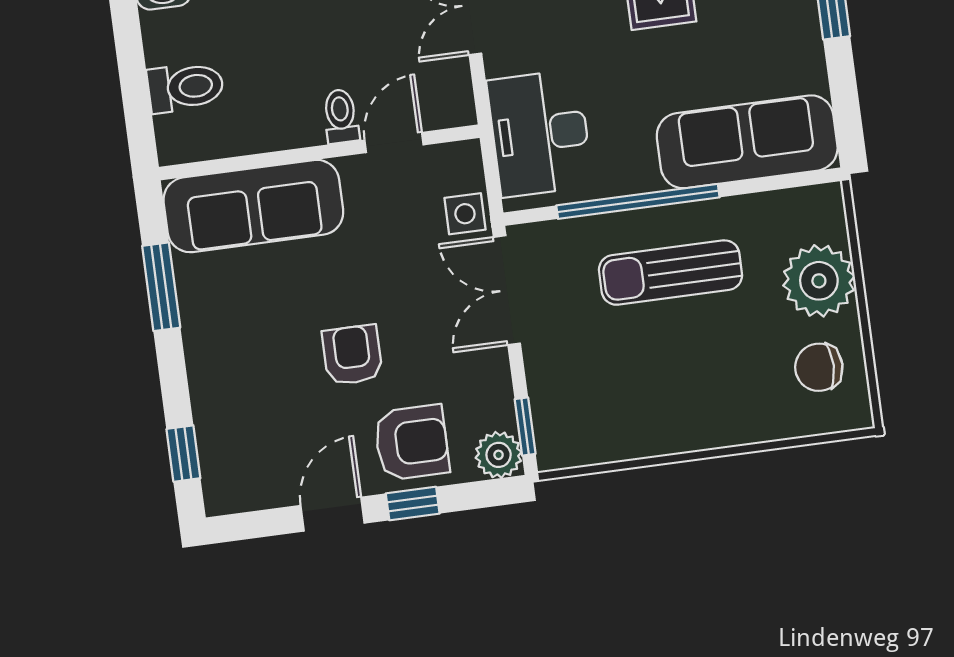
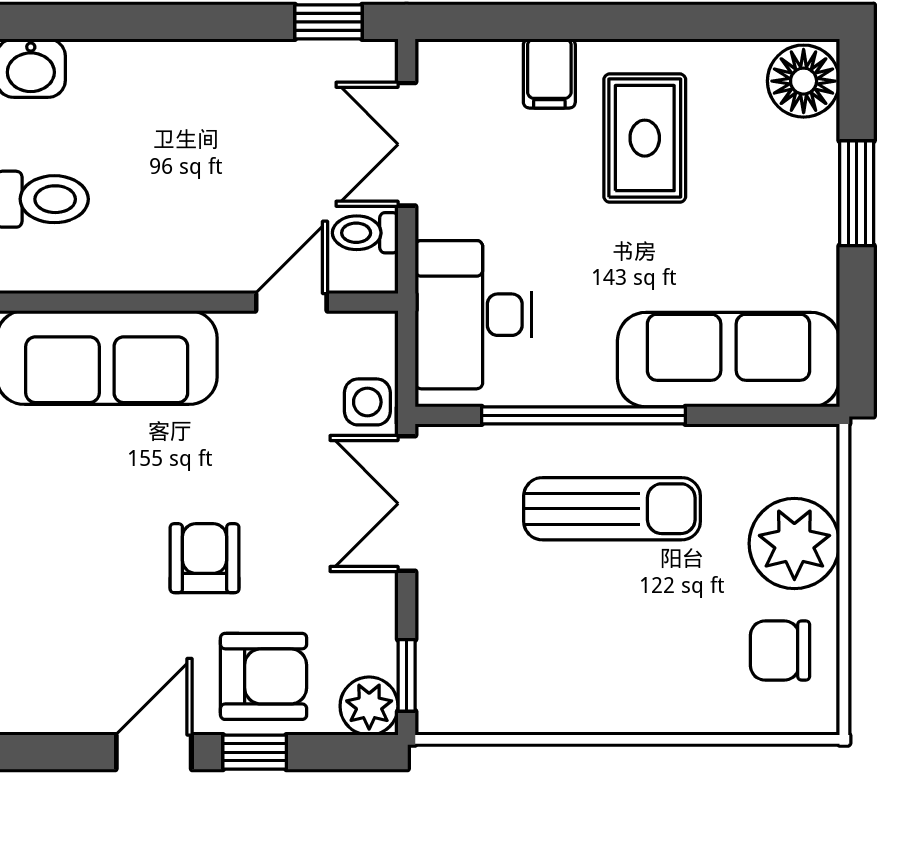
toilet: (341, 116) -> (365, 233), moved, turned -90
sun lounger: (671, 273) -> (612, 509), turned 180

